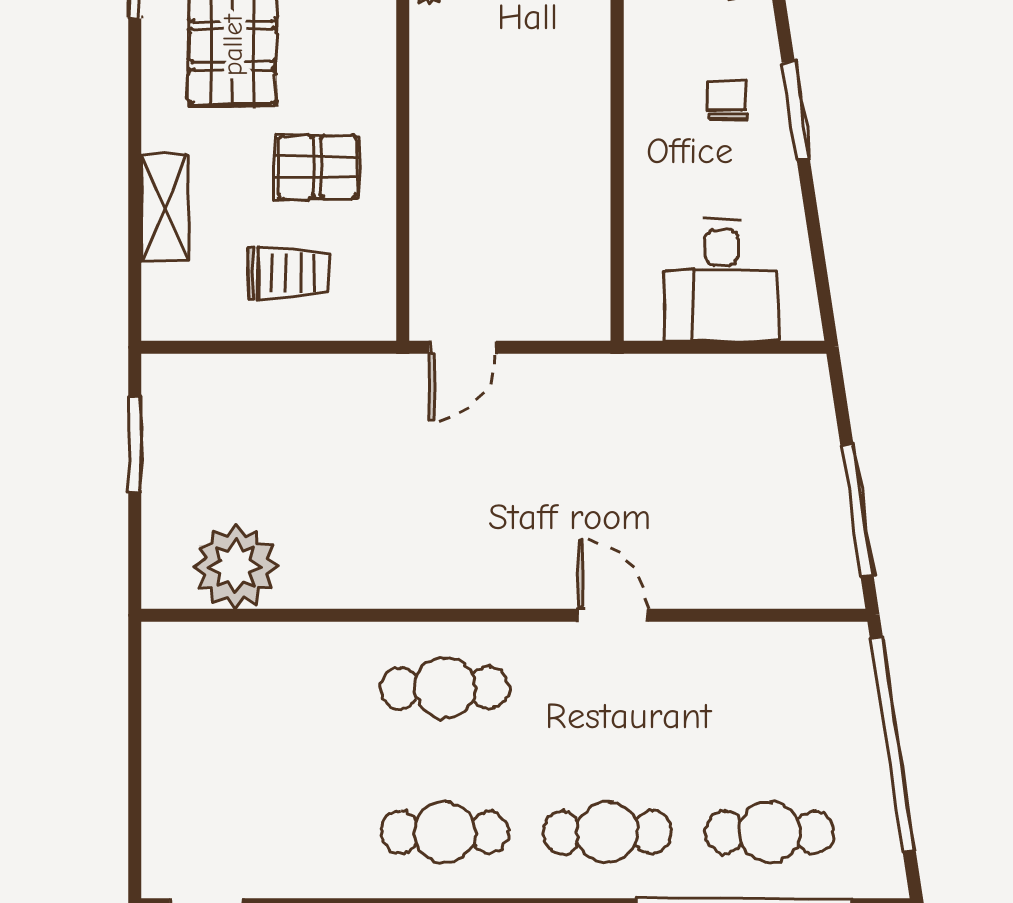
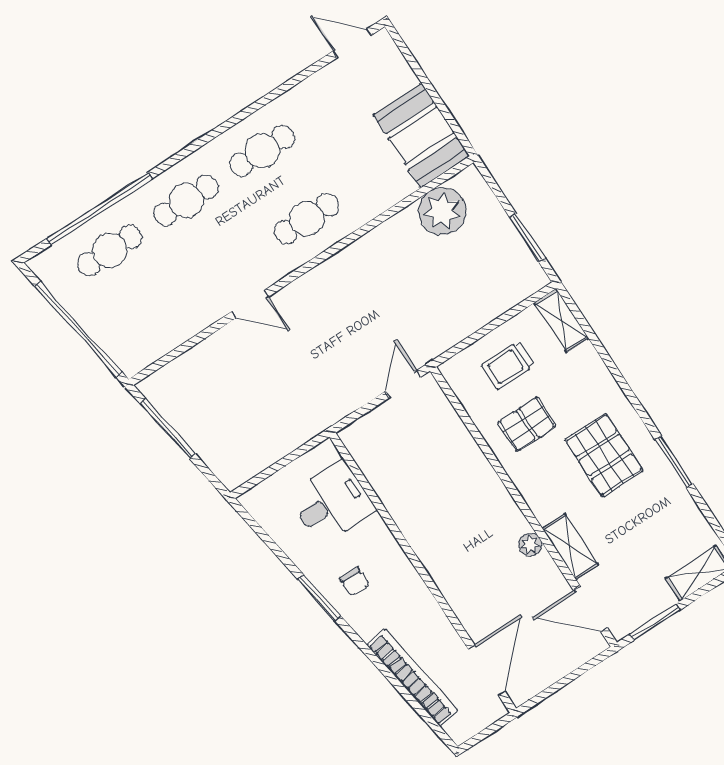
shelving: (165, 208) -> (561, 320), moved
desk: (722, 280) -> (332, 502), moved, turned 90
booth: (193, 699) -> (421, 136), added

